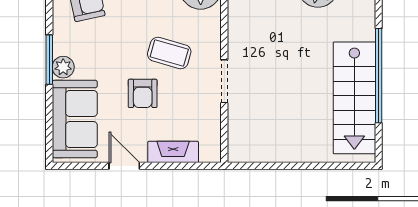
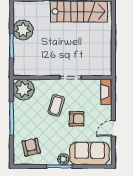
fireplace: (173, 152) -> (106, 92), moved

